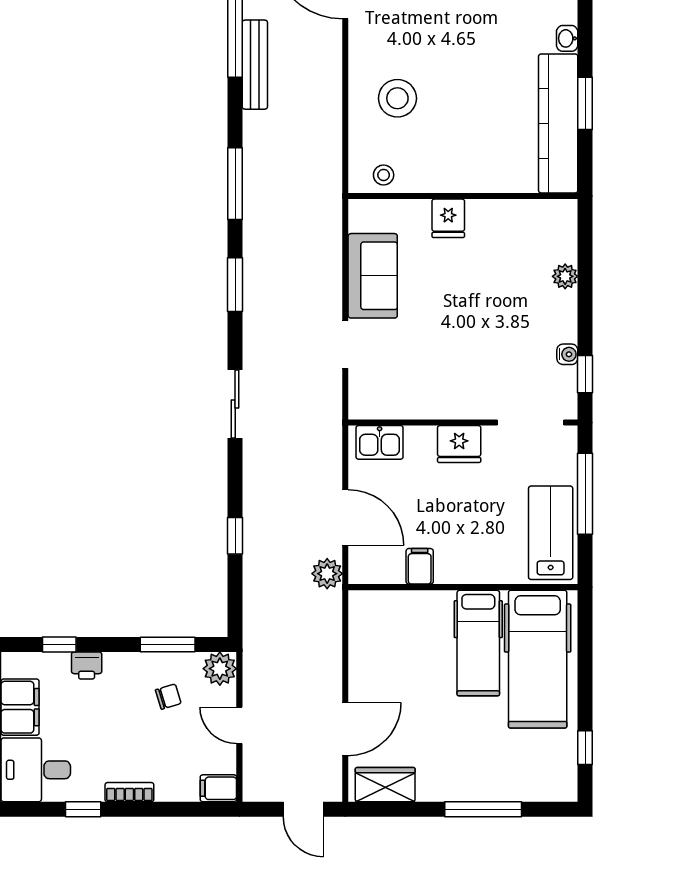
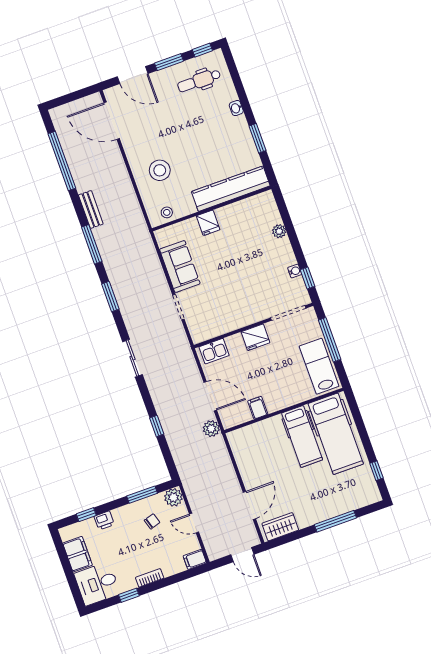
bench: (255, 65) -> (91, 209), moved, width x0.73
kitchen counter: (558, 123) -> (231, 189), moved, turned 90

